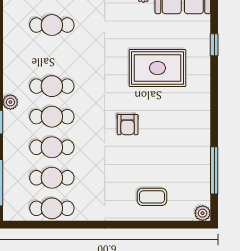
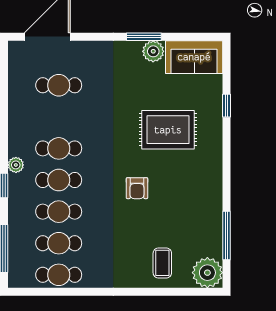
coffee table: (152, 197) -> (162, 263), turned 90
plant: (203, 213) -> (207, 273), width x1.88, depth x1.88

